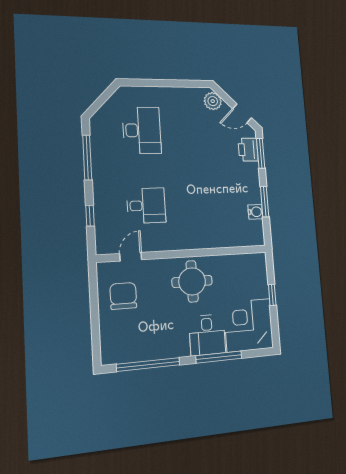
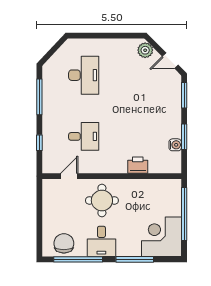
printer: (248, 150) -> (138, 165), moved, turned 90
round table: (192, 281) -> (102, 200), moved
window: (272, 295) -> (184, 214), width x3.17
chair: (123, 296) -> (64, 243), moved
desk: (207, 335) -> (101, 241), moved

